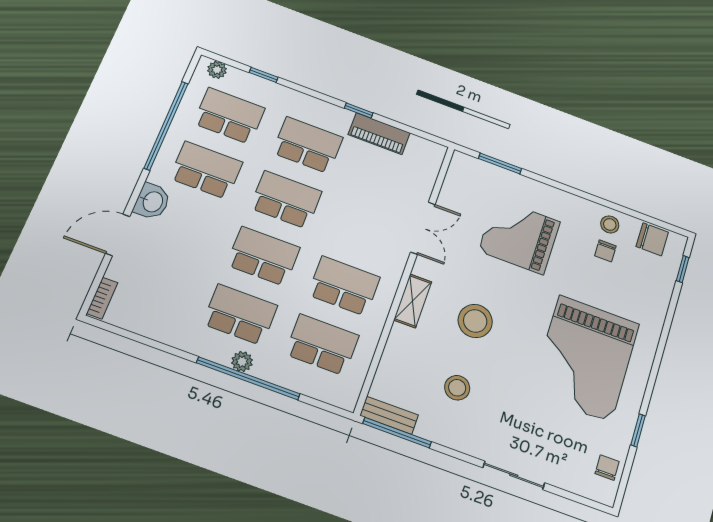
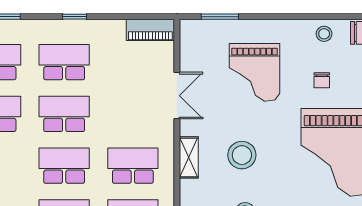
window: (359, 111) -> (75, 17), moved
piano: (379, 134) -> (150, 30), moved
grand piano: (519, 236) -> (255, 72), turned -90
chair: (605, 251) -> (322, 80), moved

